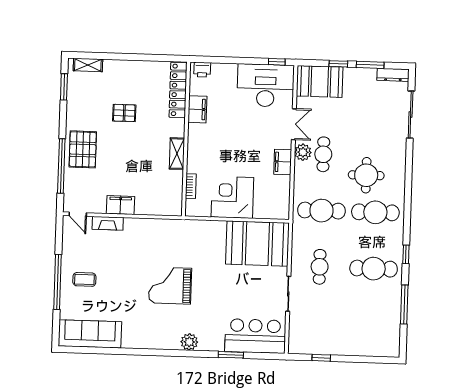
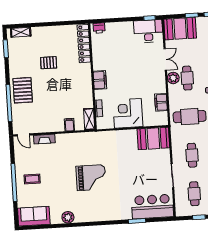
desk: (266, 85) -> (148, 31), width x0.73, depth x0.77
filing cabinet: (197, 109) -> (100, 80), moved
shelving: (177, 154) -> (89, 119), moved
filing cabinet: (283, 162) -> (161, 102), moved
filing cabinet: (120, 205) -> (69, 125), moved, width x0.50
booth: (257, 243) -> (153, 138), width x0.73, depth x0.70
grand piano: (170, 286) -> (91, 178), turned 180
cafe table: (318, 323) -> (194, 194), added
sofa: (90, 334) -> (34, 216), width x0.73
plant: (189, 342) -> (68, 217), moved

